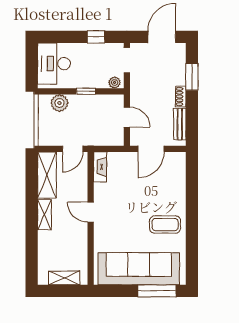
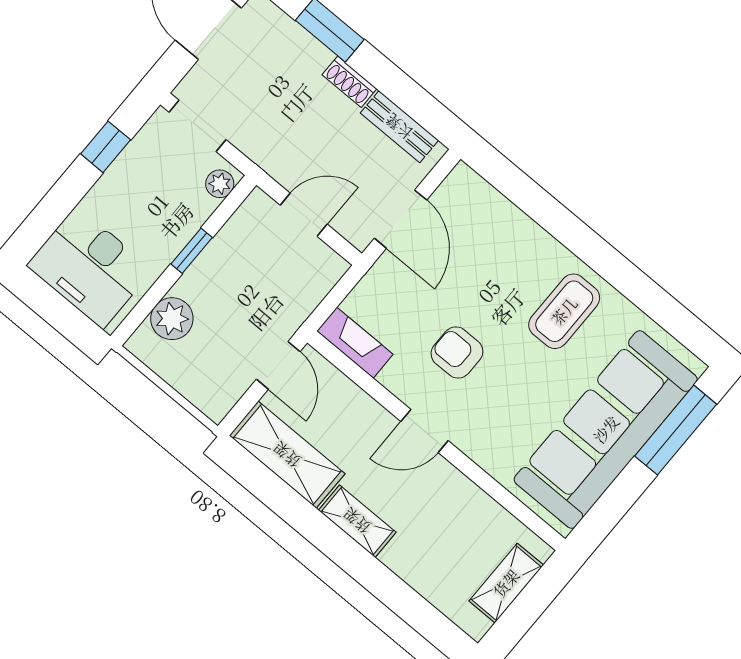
armchair: (124, 202) -> (457, 352), added

